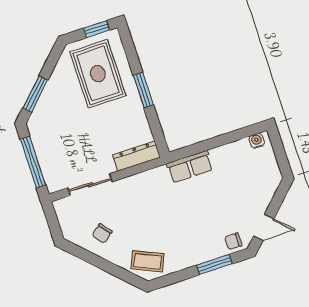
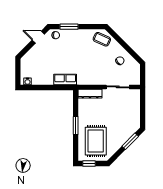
window: (33, 162) -> (143, 108), removed

